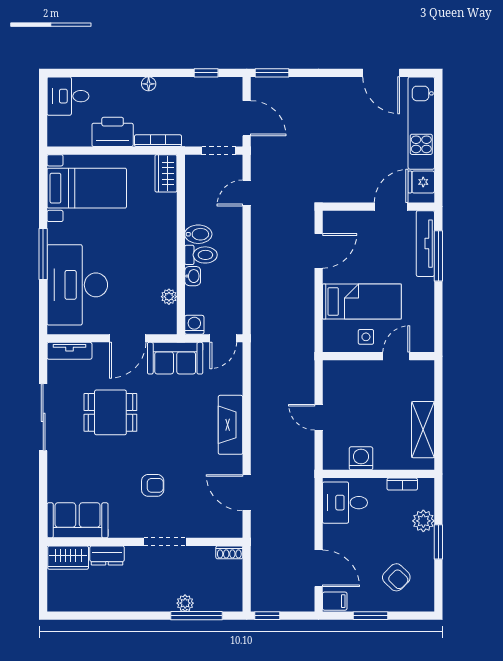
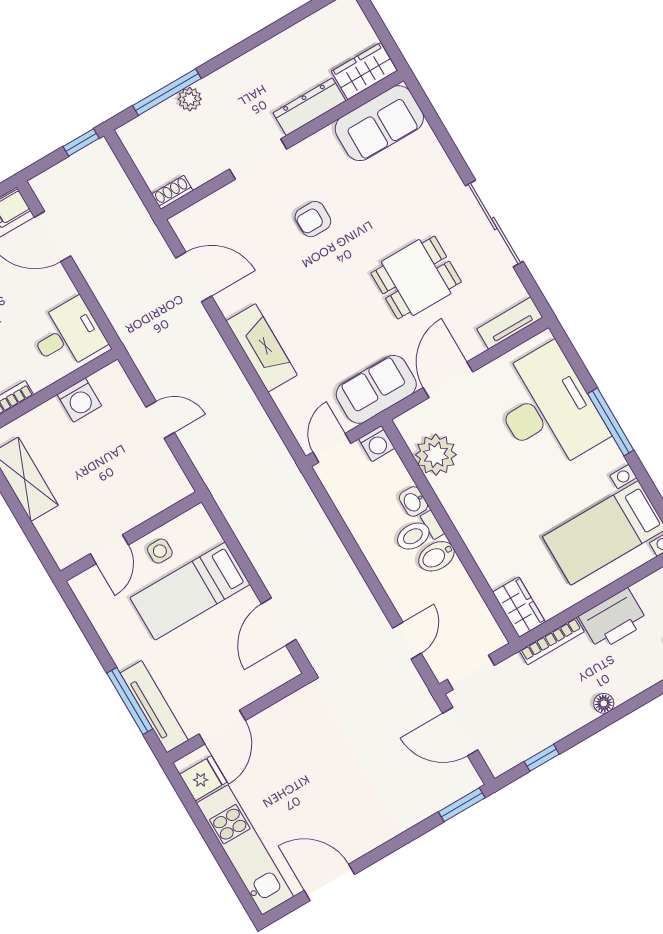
plant: (169, 297) -> (436, 455), width x1.87, depth x1.87
dresser: (107, 555) -> (309, 107), width x1.44

